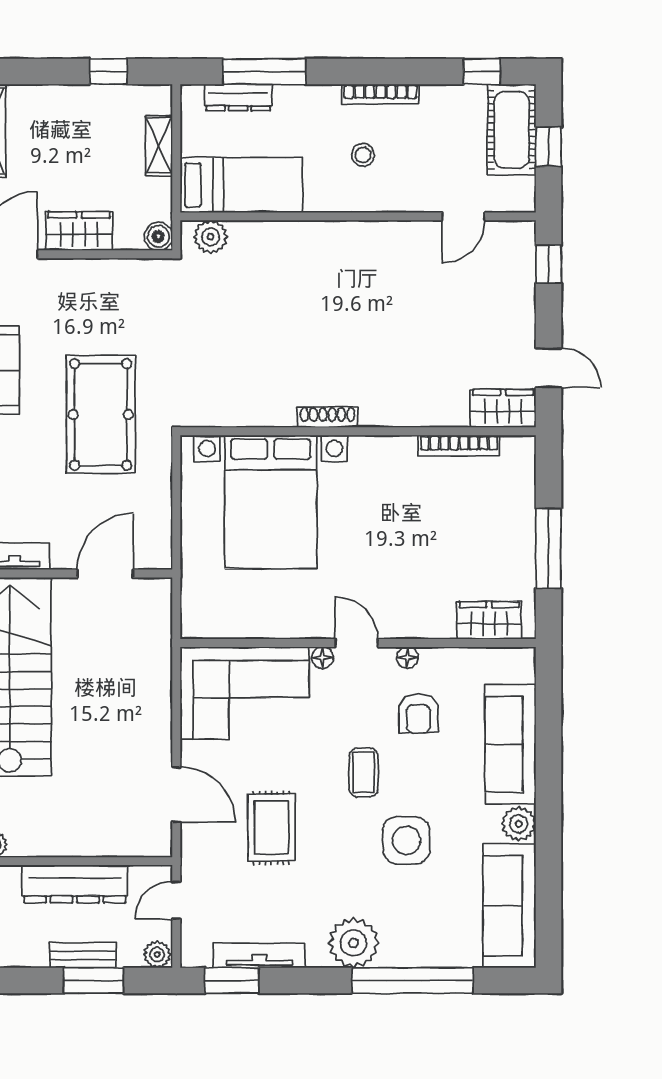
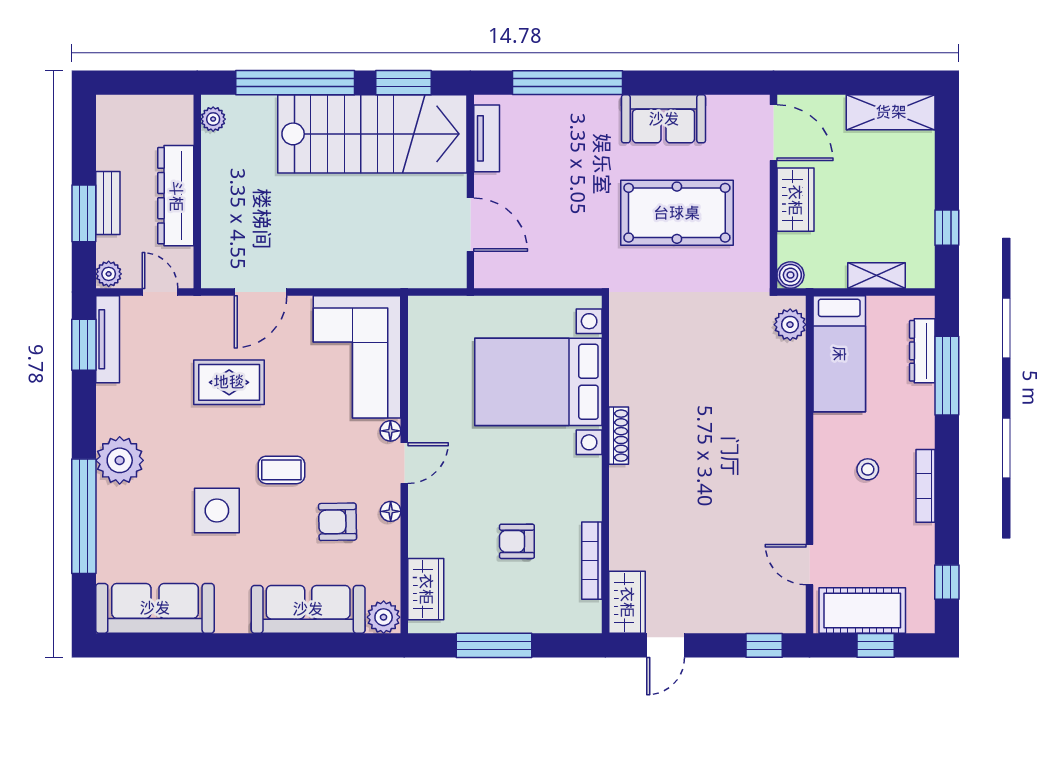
cot: (512, 130) -> (862, 610), moved
pool table: (101, 414) -> (677, 213), moved
armchair: (439, 524) -> (517, 541), added
plant: (519, 824) -> (384, 617), moved
tv unit: (259, 955) -> (108, 339), moved

